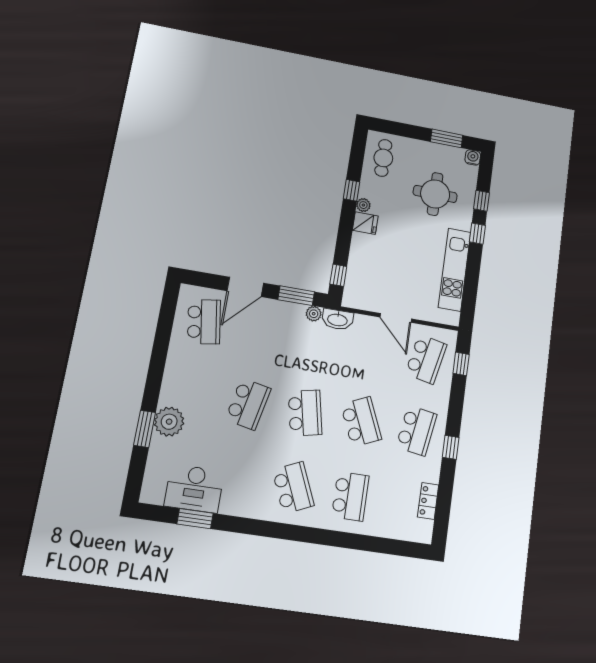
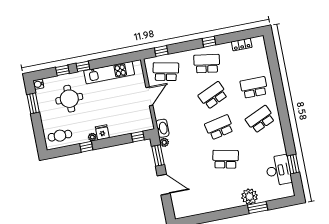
school desk: (204, 322) -> (191, 199), removed

